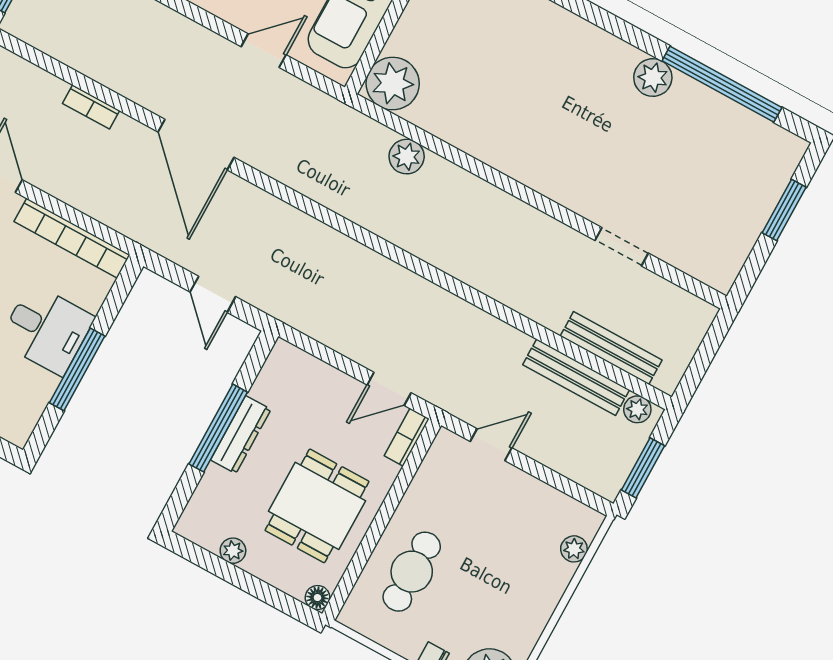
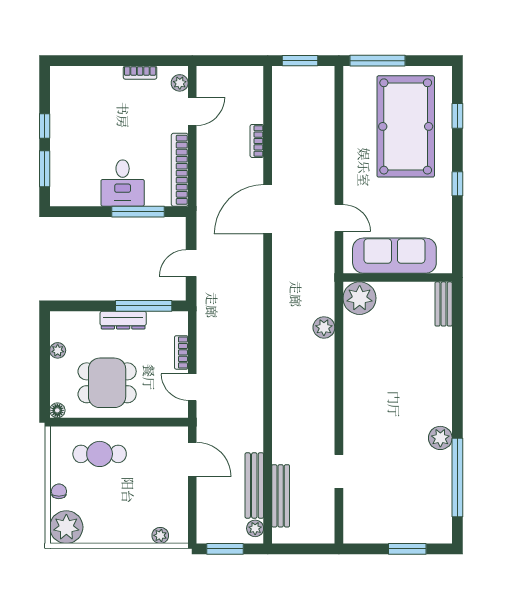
window: (77, 369) -> (138, 212), moved
window: (218, 428) -> (144, 306), moved
bookcase: (407, 437) -> (181, 352), moved, turned -90
door: (491, 445) -> (192, 459), width x1.38

